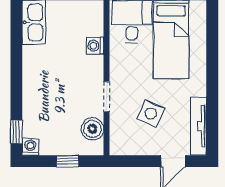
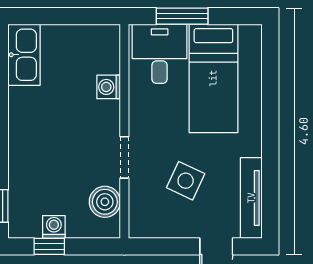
washing machine: (30, 147) -> (54, 227), moved
window: (68, 161) -> (49, 246), moved

